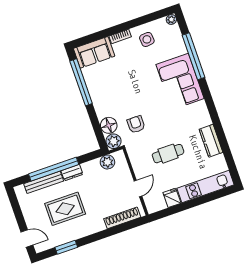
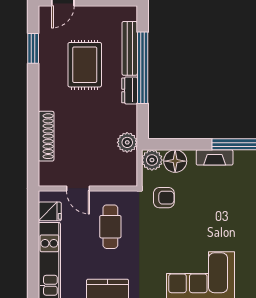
fireplace: (97, 100) -> (215, 157), added
wall: (136, 182) -> (88, 188), moved
door: (138, 188) -> (78, 188), moved

